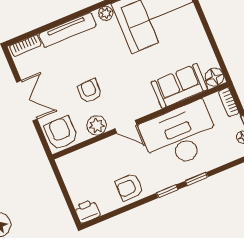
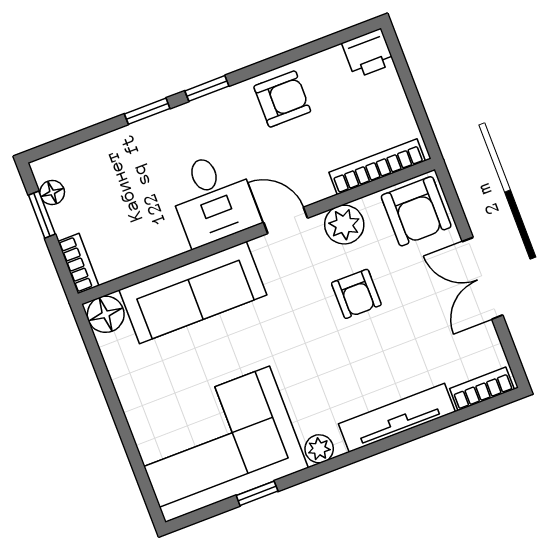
sofa: (179, 86) -> (193, 292), width x1.36
desk: (180, 136) -> (213, 198), width x0.53, depth x0.77
bookcase: (81, 155) -> (377, 167), added

